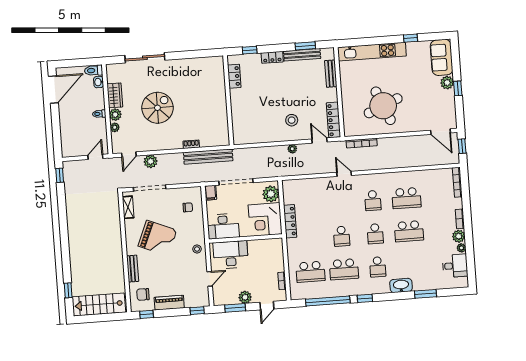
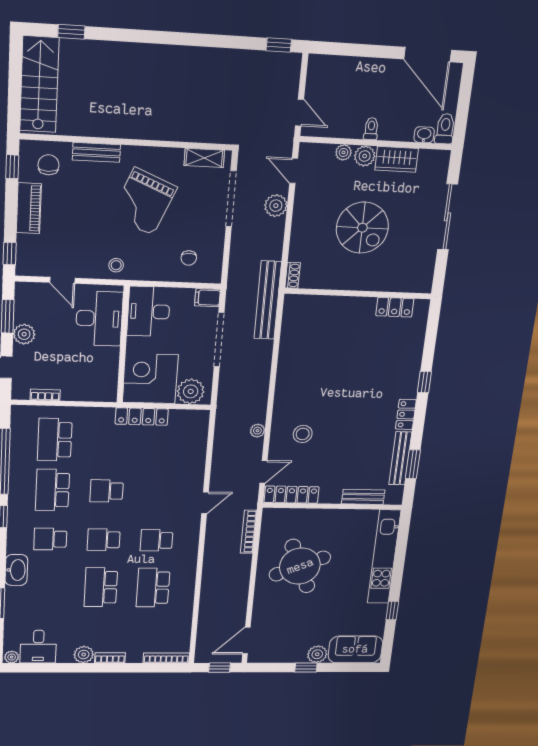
locker: (234, 76) -> (395, 307), moved
wall: (228, 100) -> (358, 294), moved
plant: (461, 248) -> (12, 657), moved

